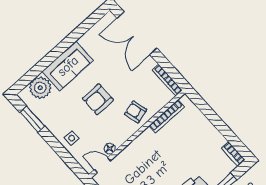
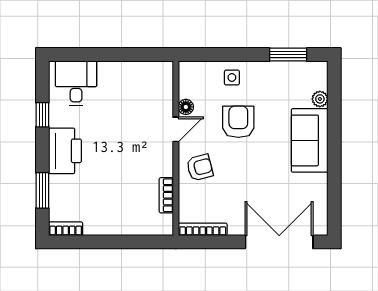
plant: (40, 88) -> (320, 99), width x0.53, depth x0.53
armchair: (98, 99) -> (238, 122), moved
bookcase: (167, 116) -> (166, 195), width x0.64
door: (102, 165) -> (176, 129), moved

